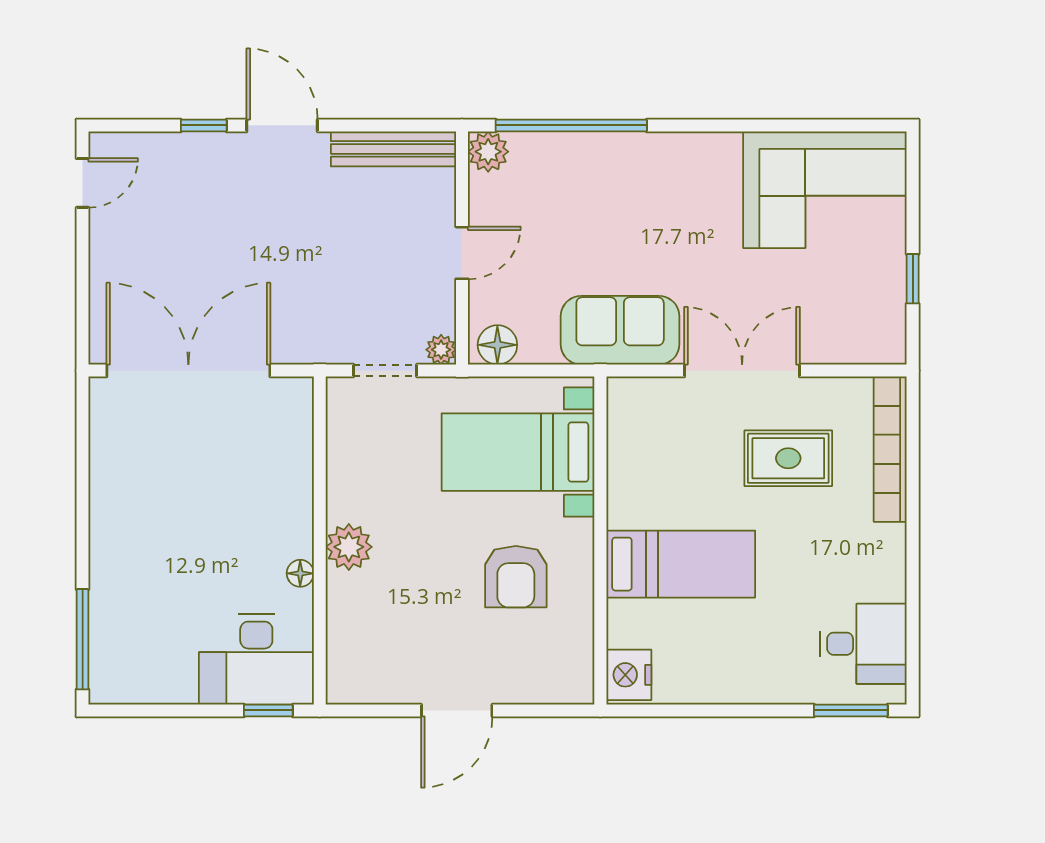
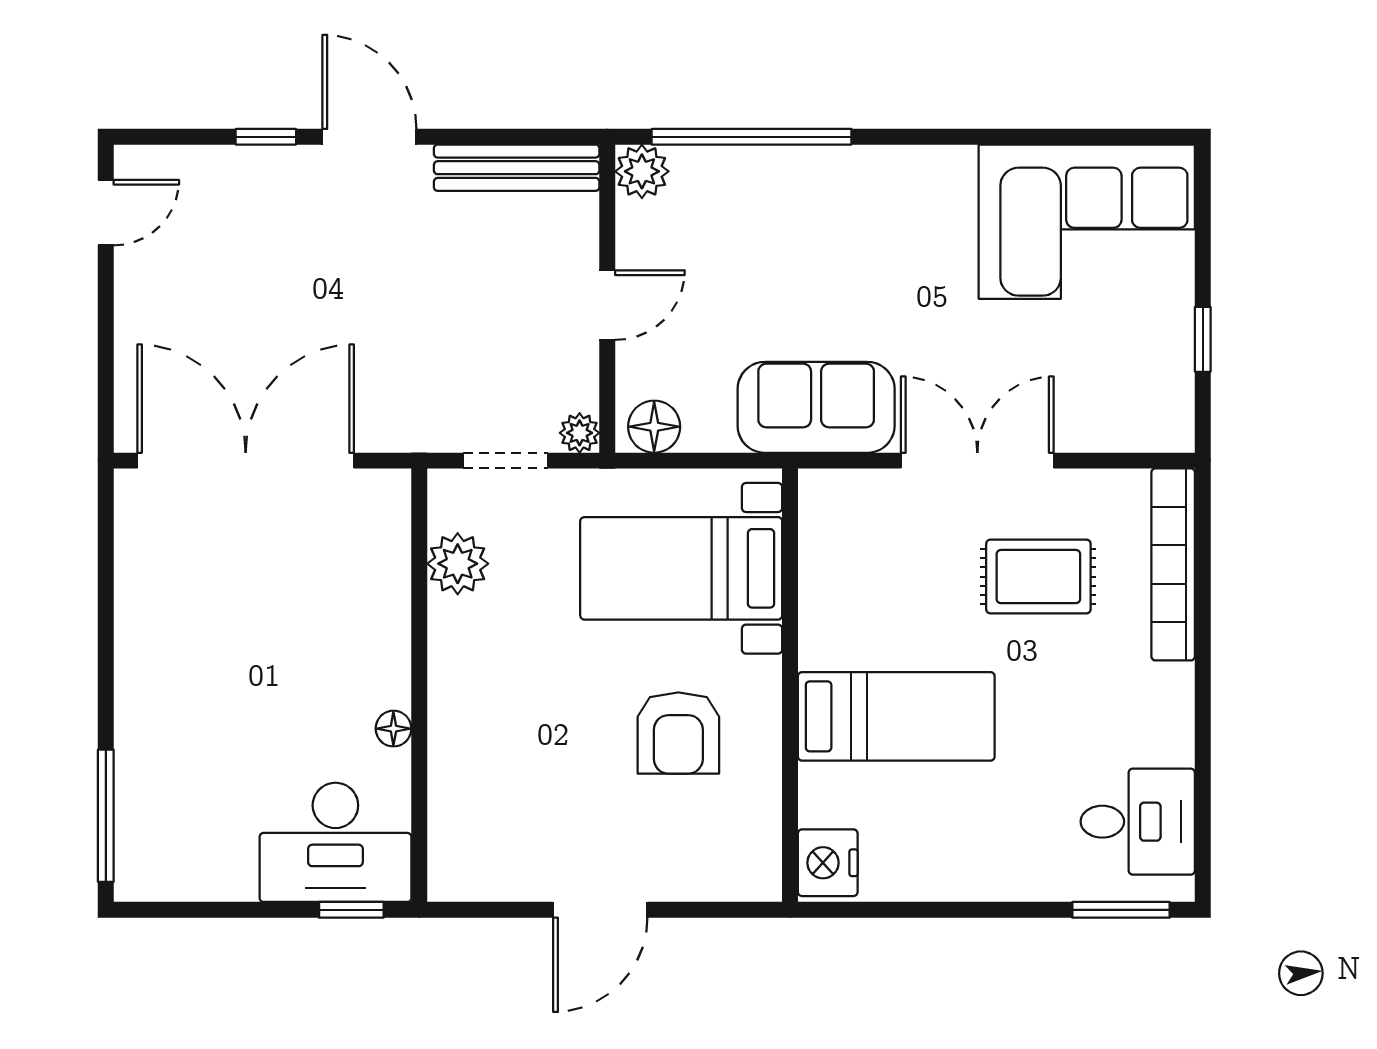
plant: (349, 547) -> (458, 564), moved

